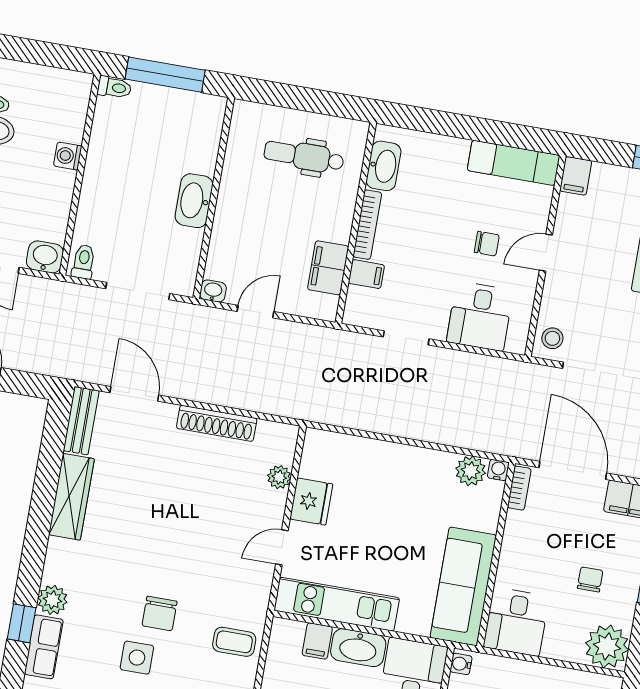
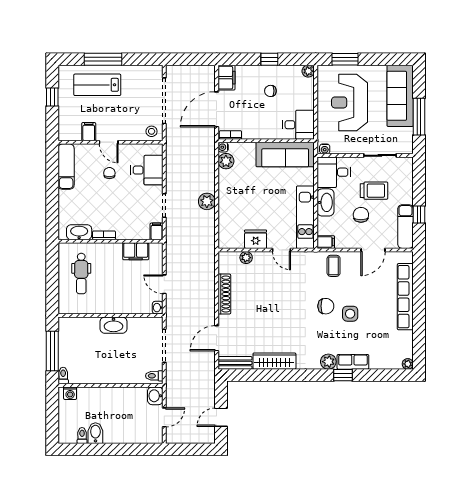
washing machine: (68, 156) -> (70, 393), moved
filing cabinet: (576, 176) -> (89, 132), moved, turned -90
bookcase: (367, 225) -> (104, 235), width x0.64
filing cabinet: (366, 274) -> (156, 231), moved
plant: (400, 421) -> (207, 201), added
filing cabinet: (317, 641) -> (326, 242), moved
plant: (607, 646) -> (308, 71), width x0.53, depth x0.53

